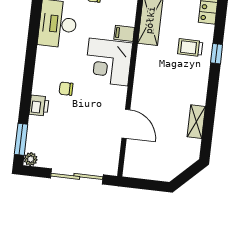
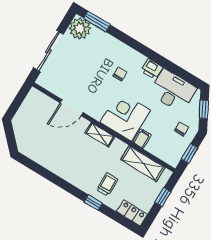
printer: (39, 106) -> (152, 69), moved
shelving: (196, 122) -> (100, 135), moved
plant: (31, 159) -> (80, 29), width x1.88, depth x1.88

